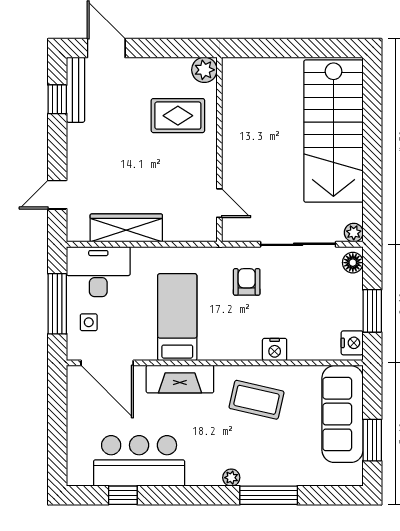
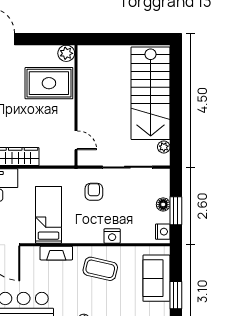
rug: (178, 116) -> (49, 83), width x1.36, depth x1.43
plant: (354, 233) -> (164, 147), moved
floor lamp: (353, 263) -> (163, 204), moved
fireplace: (180, 379) -> (56, 253), width x0.73, depth x0.76
sofa: (343, 414) -> (156, 278), width x0.73

